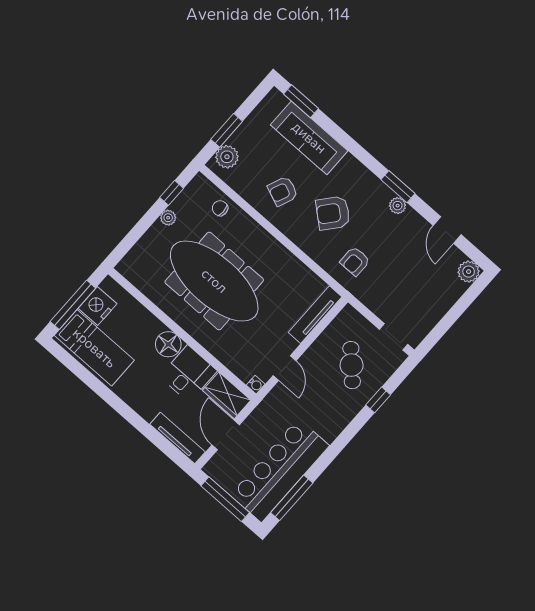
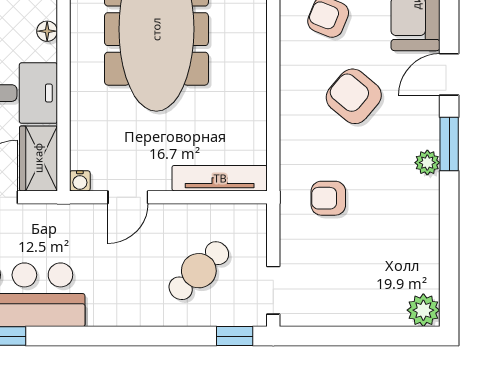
door: (447, 230) -> (449, 74), moved
armchair: (355, 261) -> (328, 198), moved
floor lamp: (168, 344) -> (47, 31), width x0.53, depth x0.53
window: (378, 400) -> (235, 336), moved

